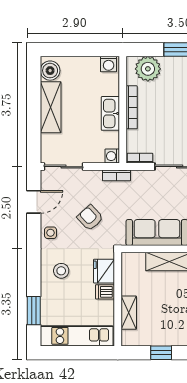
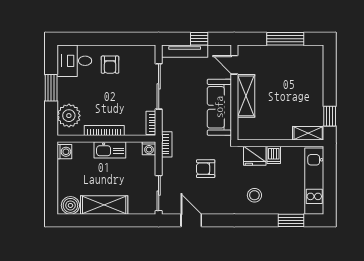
armchair: (90, 218) -> (206, 169), turned 43
side table: (51, 233) -> (219, 205), removed
shelving: (129, 313) -> (308, 133), moved
window: (161, 353) -> (330, 116), moved

